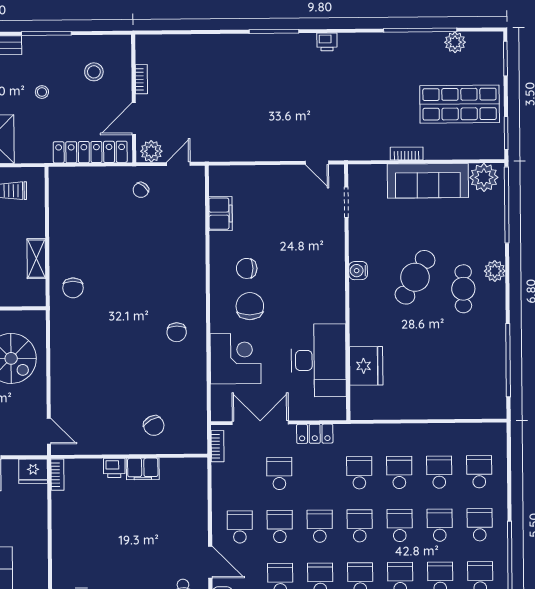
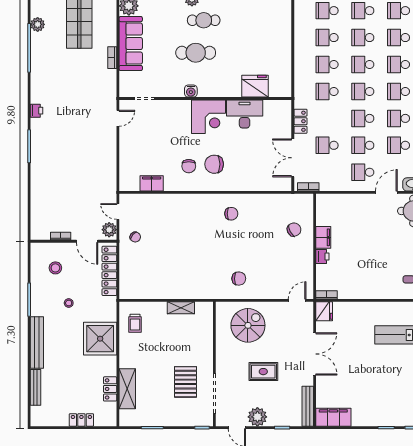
cafe table: (415, 277) -> (196, 53), turned -30
chair: (73, 288) -> (239, 279), moved
corner desk: (236, 359) -> (209, 117), moved, turned 180
desk: (319, 360) -> (245, 114), width x0.73, depth x0.77

